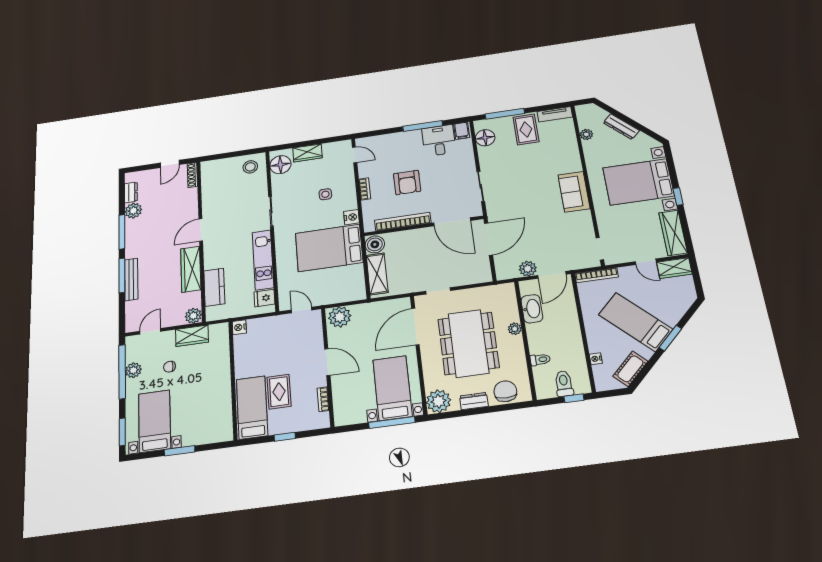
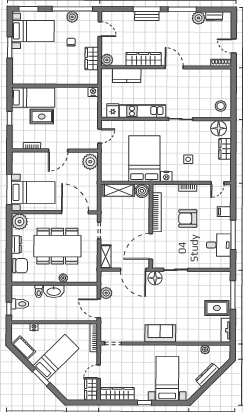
filing cabinet: (462, 131) -> (224, 212), moved
floor lamp: (485, 138) -> (155, 278), moved
bed with nightstands: (638, 182) -> (167, 378), width x0.73
shelving: (475, 277) -> (106, 257), added
bench: (131, 279) -> (147, 16), width x0.73
washbasin: (532, 309) -> (54, 291), moved

